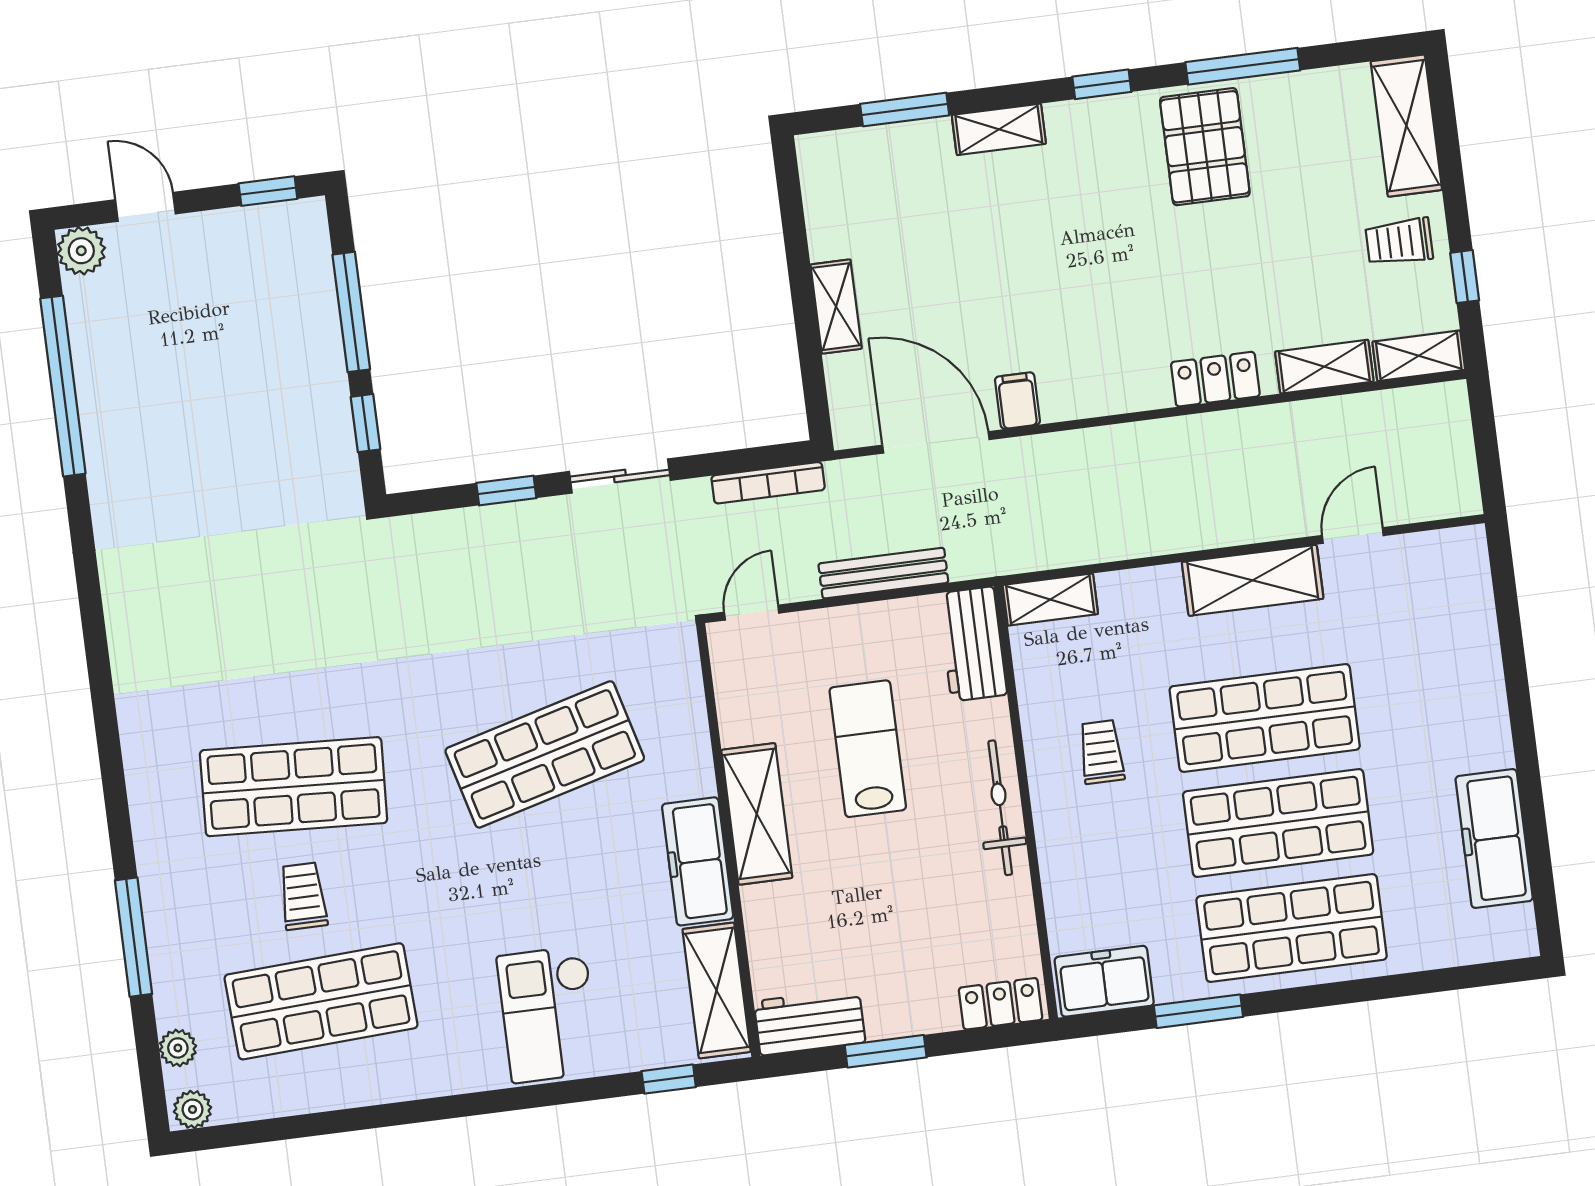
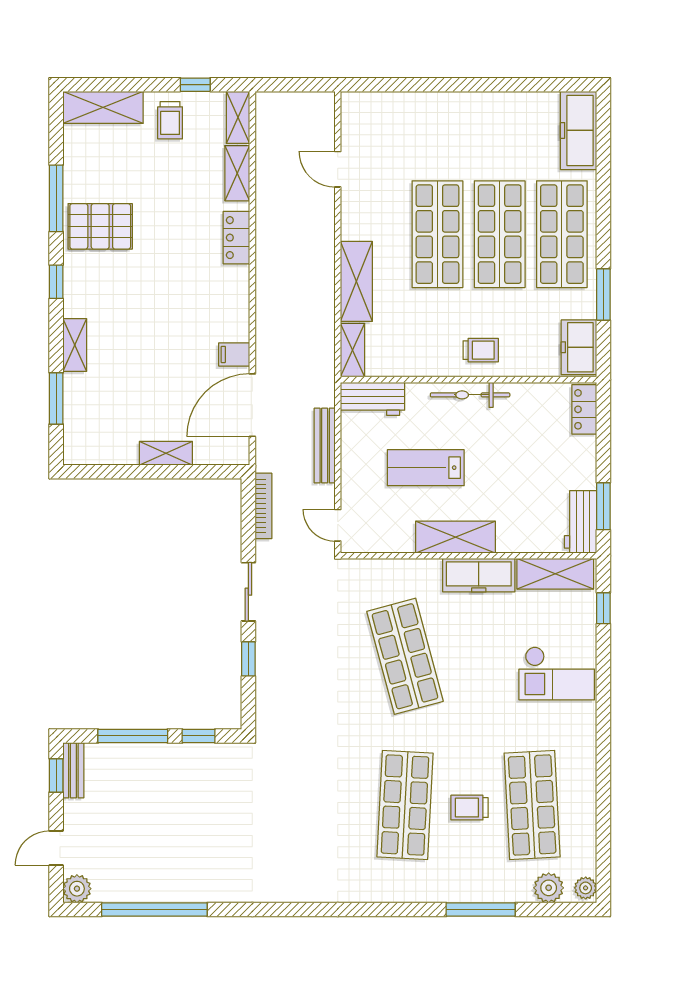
bench: (281, 219) -> (73, 770), added
shelving: (1253, 580) -> (356, 281), moved
trolley: (1101, 752) -> (481, 350), moved, turned 180
freezer: (1494, 839) -> (579, 130), moved, turned 90
plant: (178, 1048) -> (549, 888), width x1.38, depth x1.38
window: (886, 1051) -> (603, 506), moved

